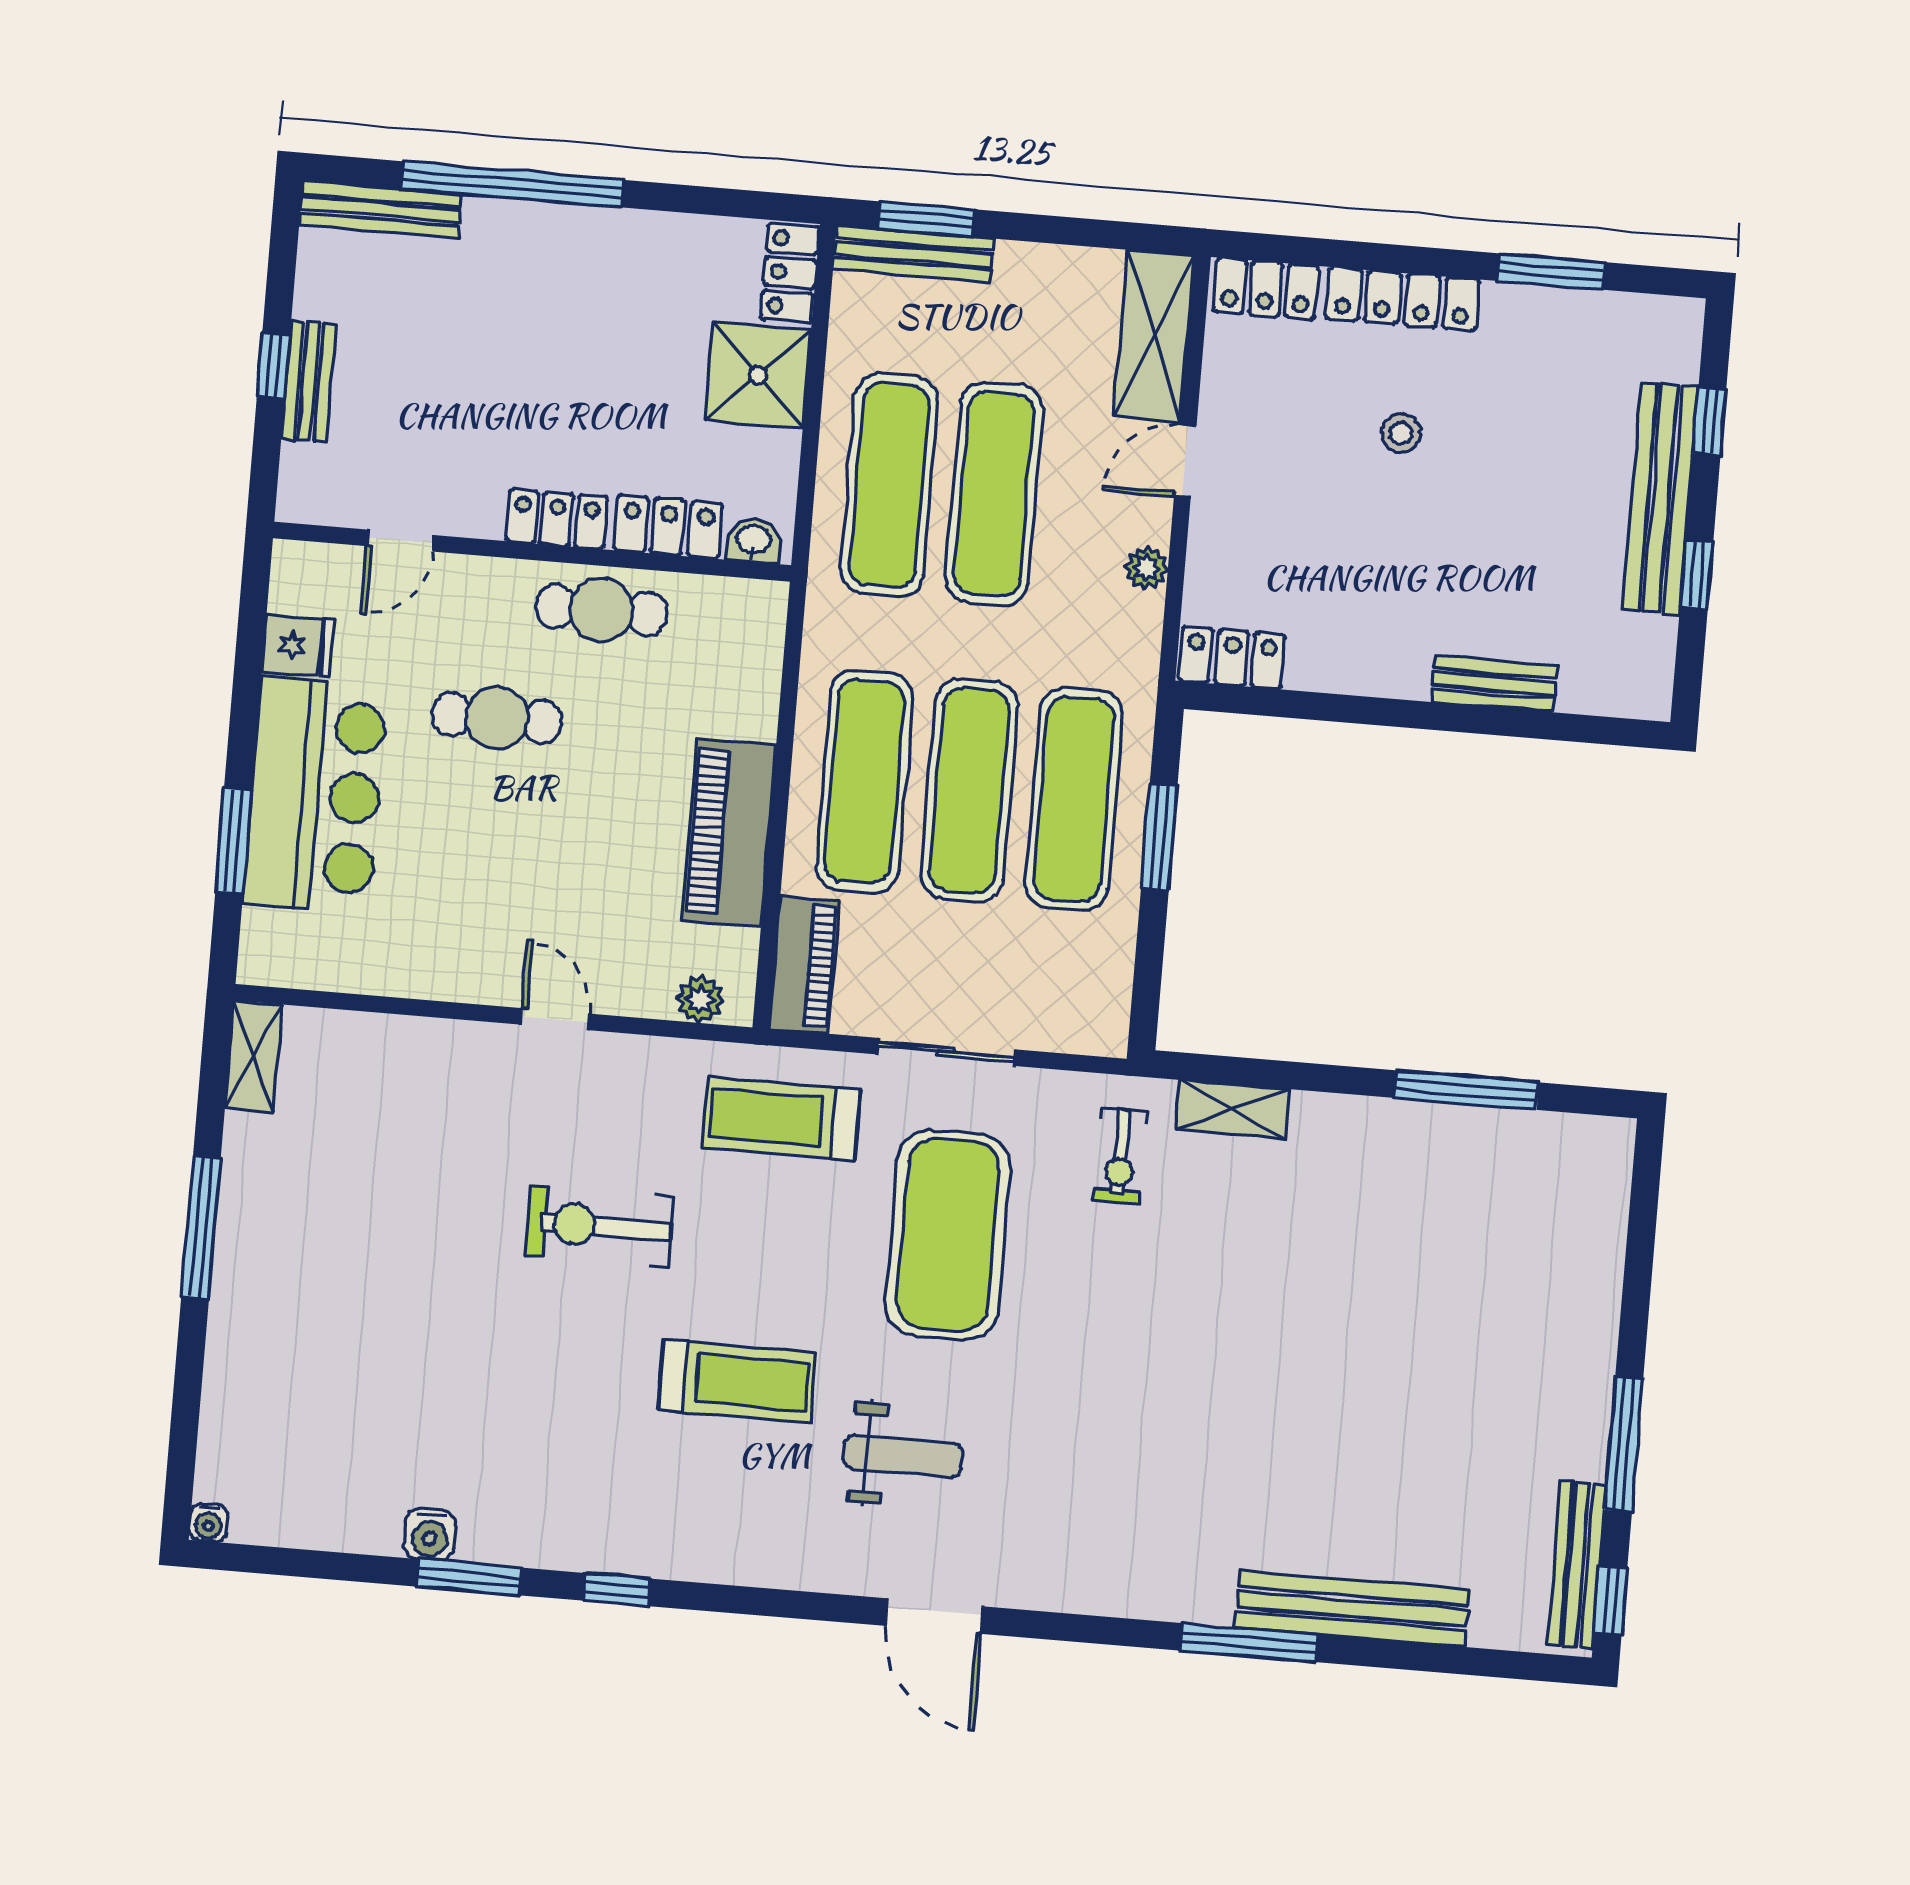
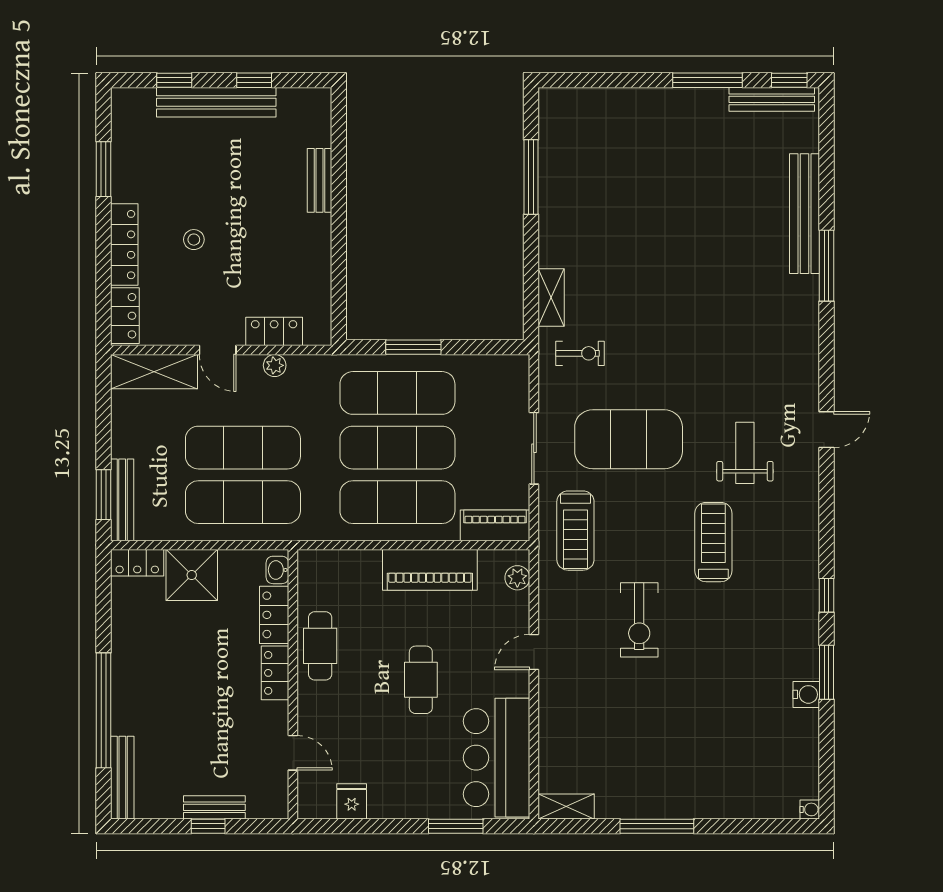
locker: (1232, 658) -> (274, 331), moved, turned 90
cafe table: (497, 718) -> (421, 680), moved
bar counter: (315, 795) -> (497, 758), moved, turned -90
door: (934, 1616) -> (827, 430), width x0.73

